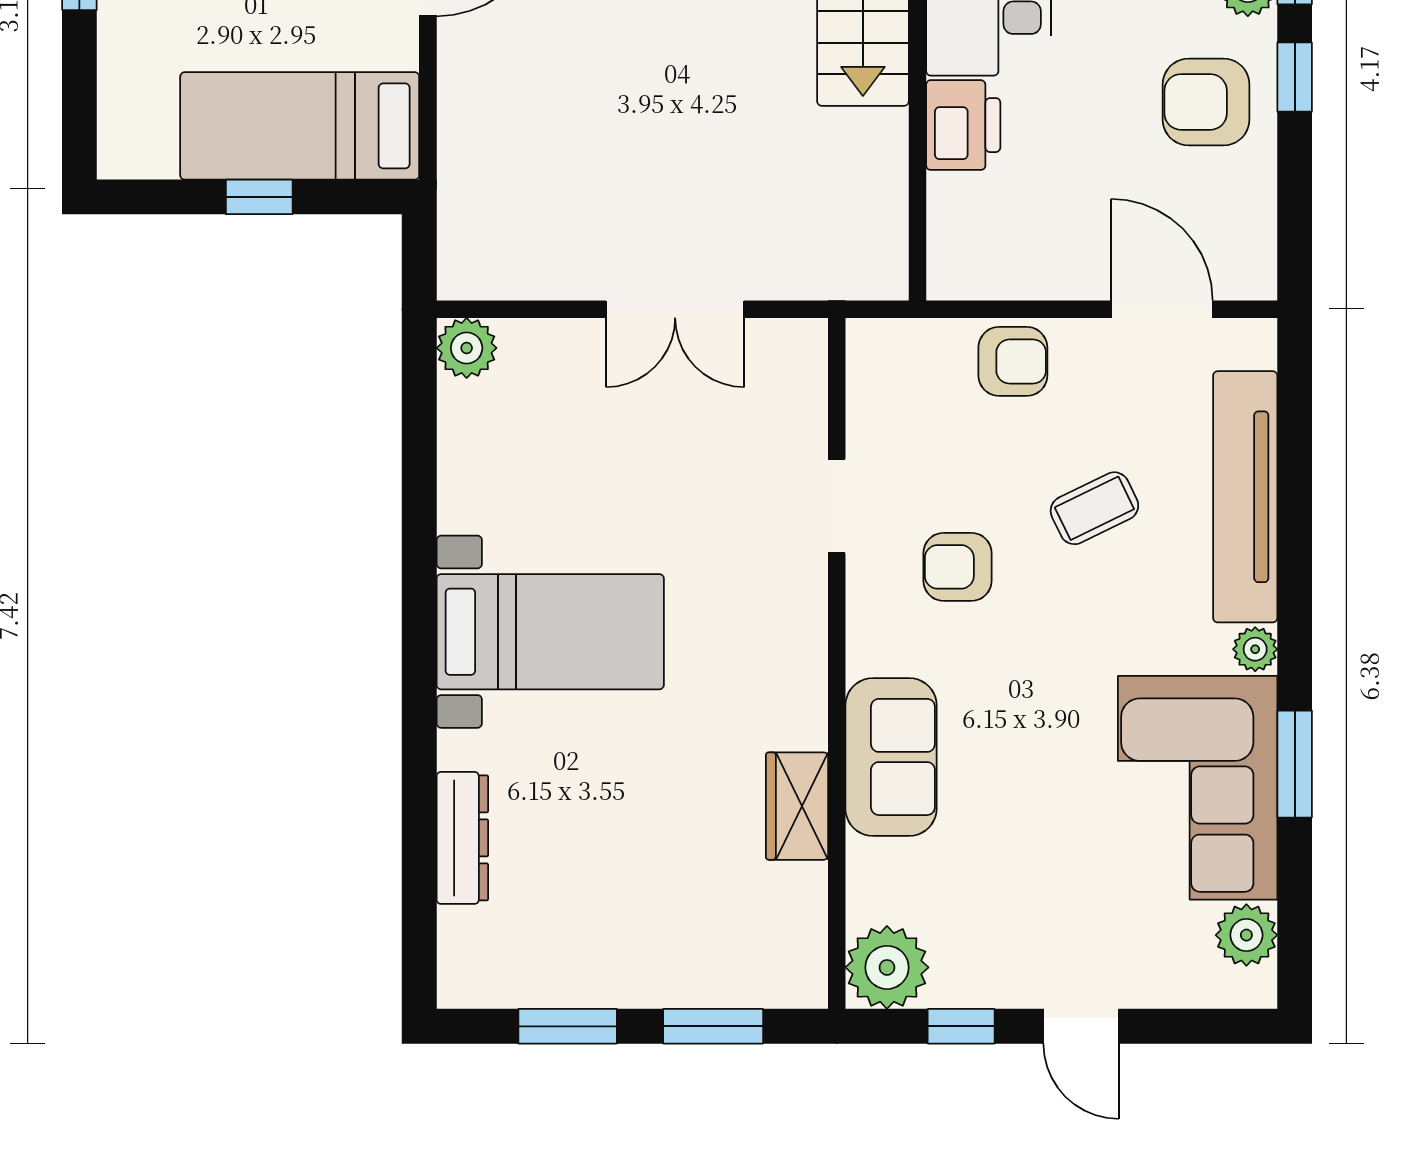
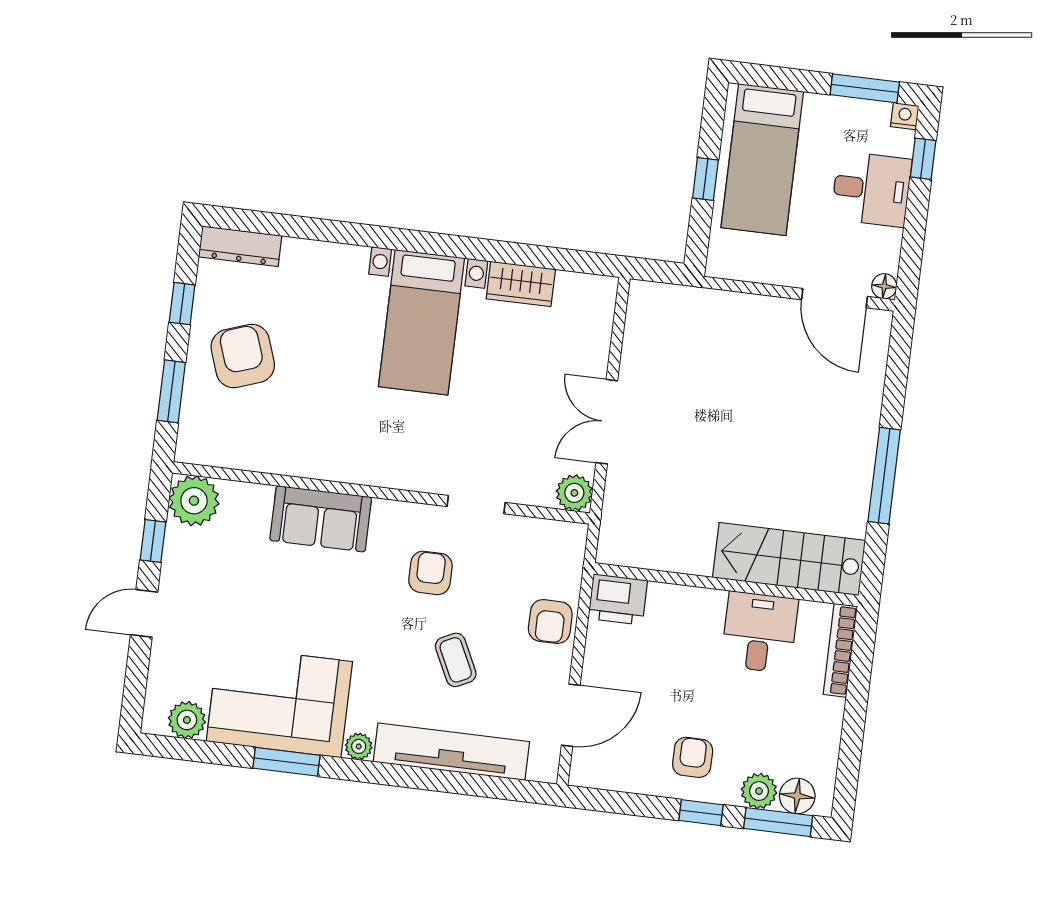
armchair: (1206, 102) -> (693, 757), width x0.72, depth x0.72
printer: (963, 125) -> (618, 599), moved
bed: (300, 126) -> (762, 160), moved, turned 180
plant: (467, 348) -> (574, 493), moved
wardrobe: (797, 806) -> (521, 284), moved, turned 180
dresser: (462, 838) -> (240, 246), moved
armchair: (641, 917) -> (243, 356), added
window: (568, 1026) -> (182, 304), width x0.67

